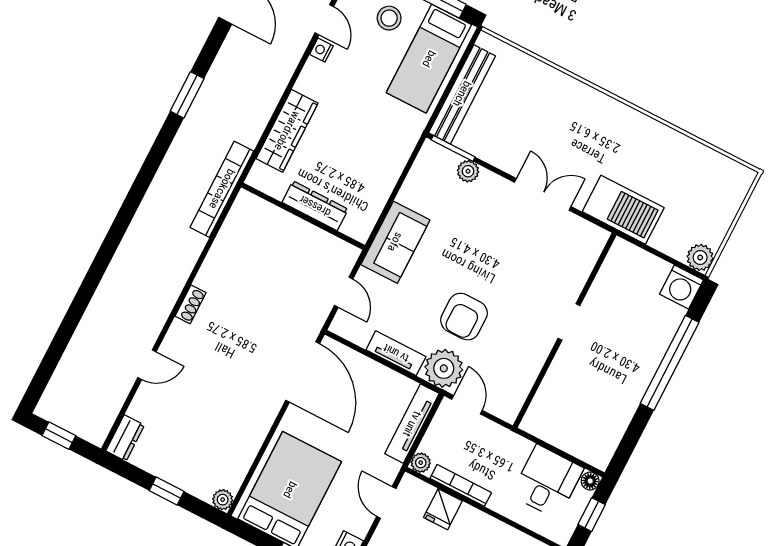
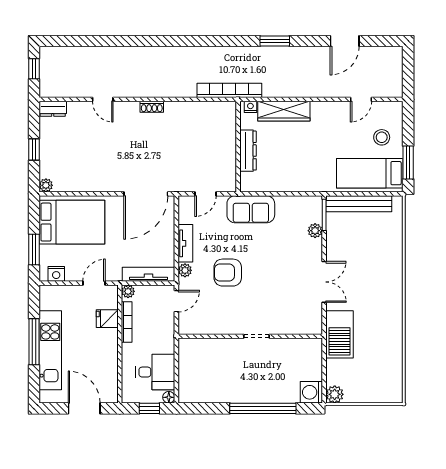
nightstand: (321, 50) -> (250, 107), moved
plant: (444, 368) -> (185, 270), width x0.53, depth x0.53

